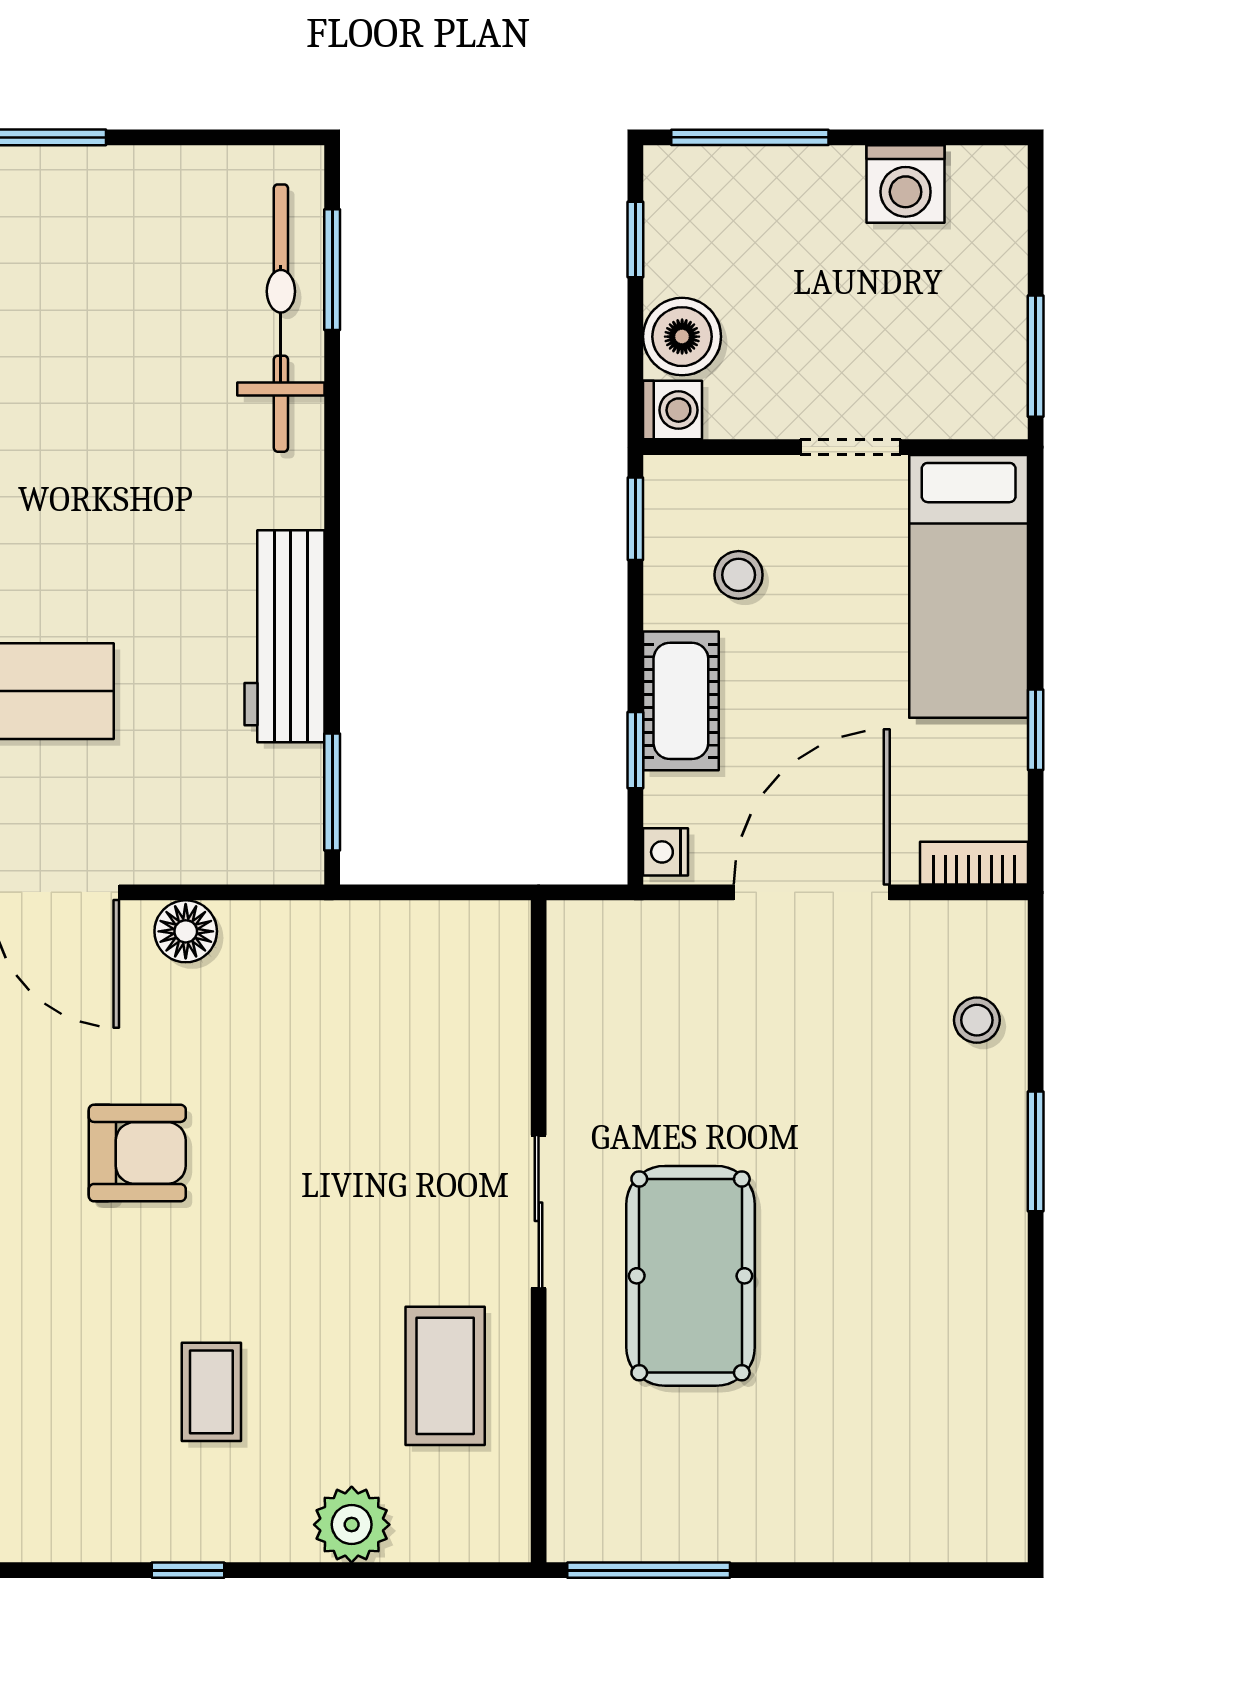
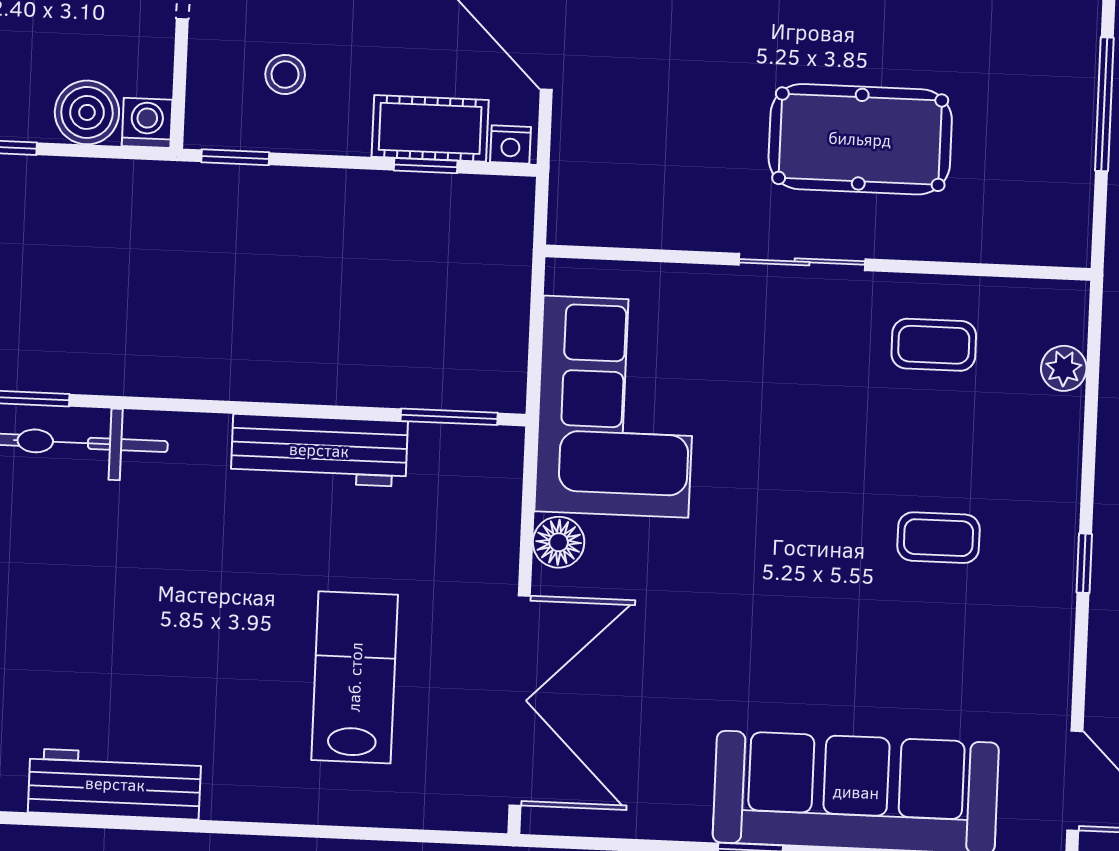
cot: (681, 701) -> (430, 128), moved
corner sofa: (353, 994) -> (616, 407), added
armchair: (137, 1153) -> (739, 590), removed
coffee table: (445, 1376) -> (934, 345), width x0.73, depth x0.77
plant: (352, 1525) -> (1064, 368), moved, width x0.73, depth x0.73
window: (649, 1570) -> (1104, 104), moved

